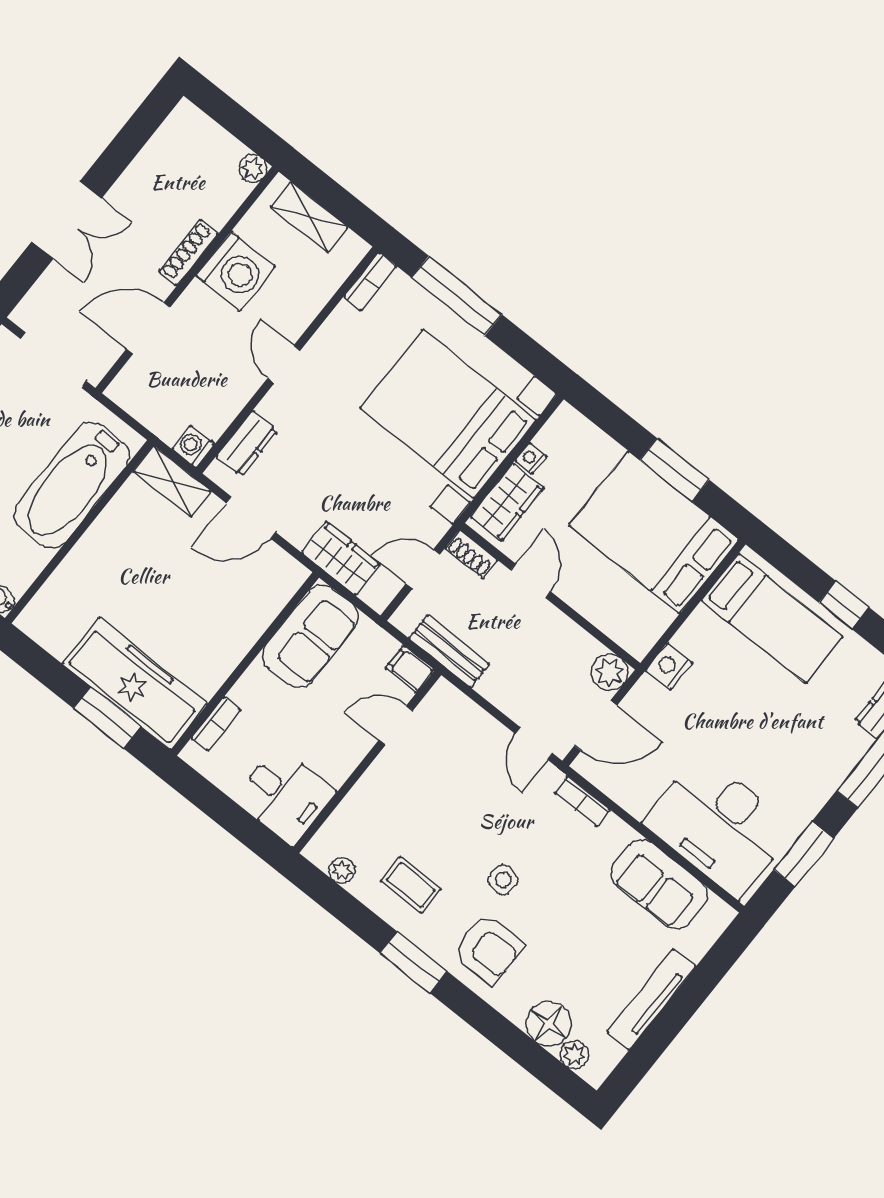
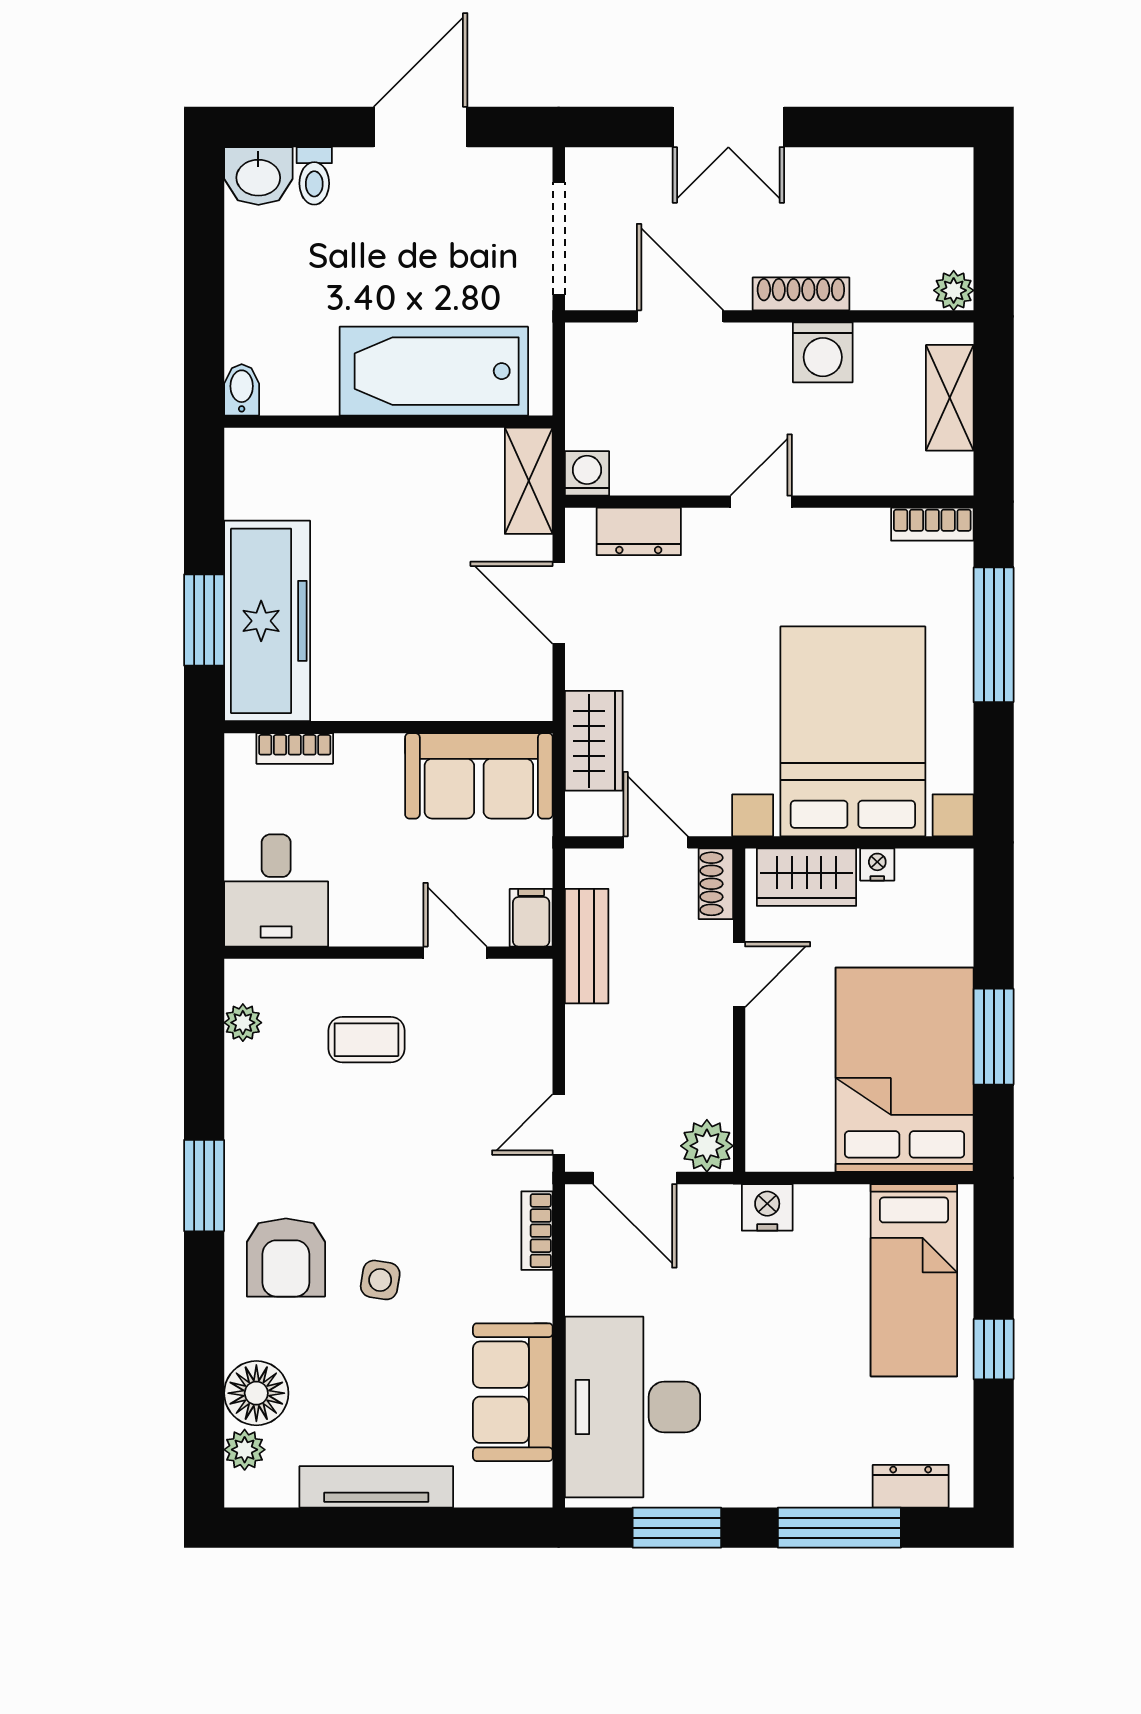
washing machine: (236, 271) -> (823, 352), width x0.73, depth x0.73
side table: (503, 880) -> (380, 1280), moved
coffee table: (411, 885) -> (367, 1040), moved, turned 90

